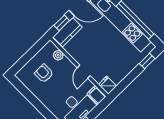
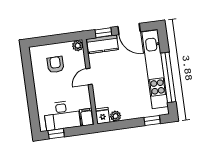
plant: (58, 55) -> (78, 46), moved
door: (84, 72) -> (89, 77), moved
plant: (117, 78) -> (116, 116), added

